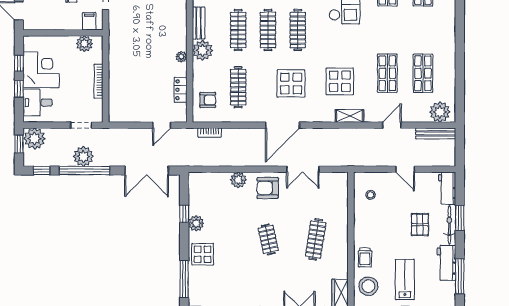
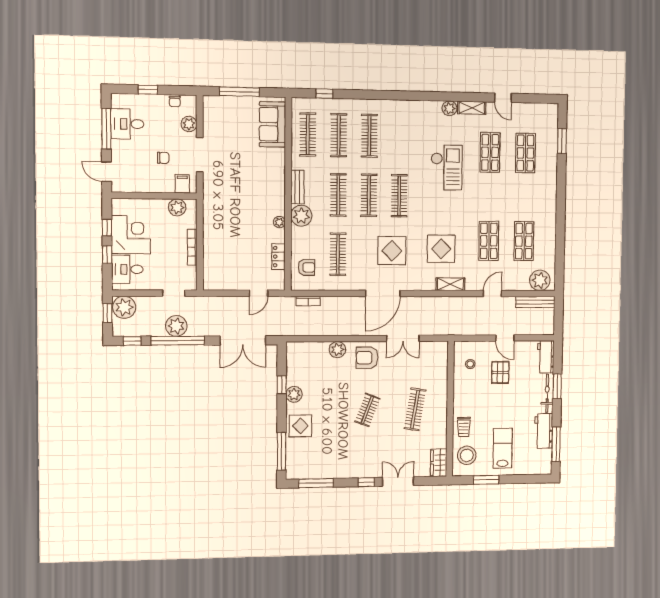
pallet: (420, 225) -> (500, 372), moved
clothes rail: (268, 239) -> (367, 410), turned 33

